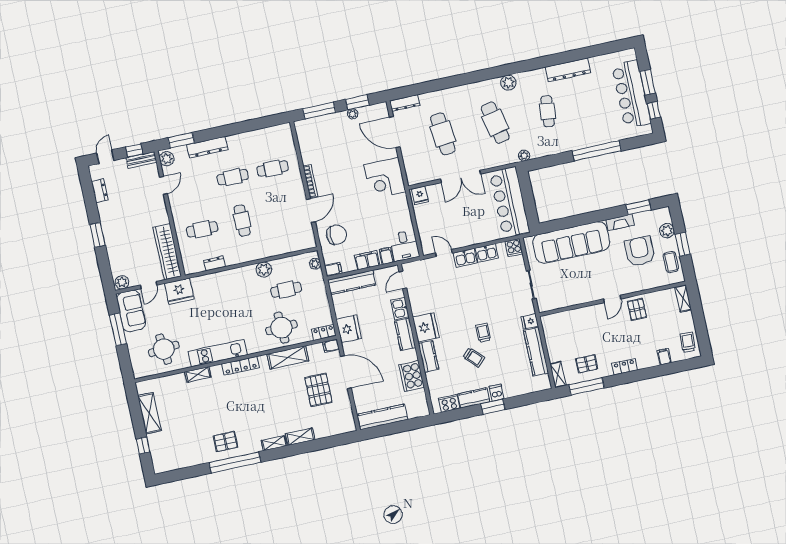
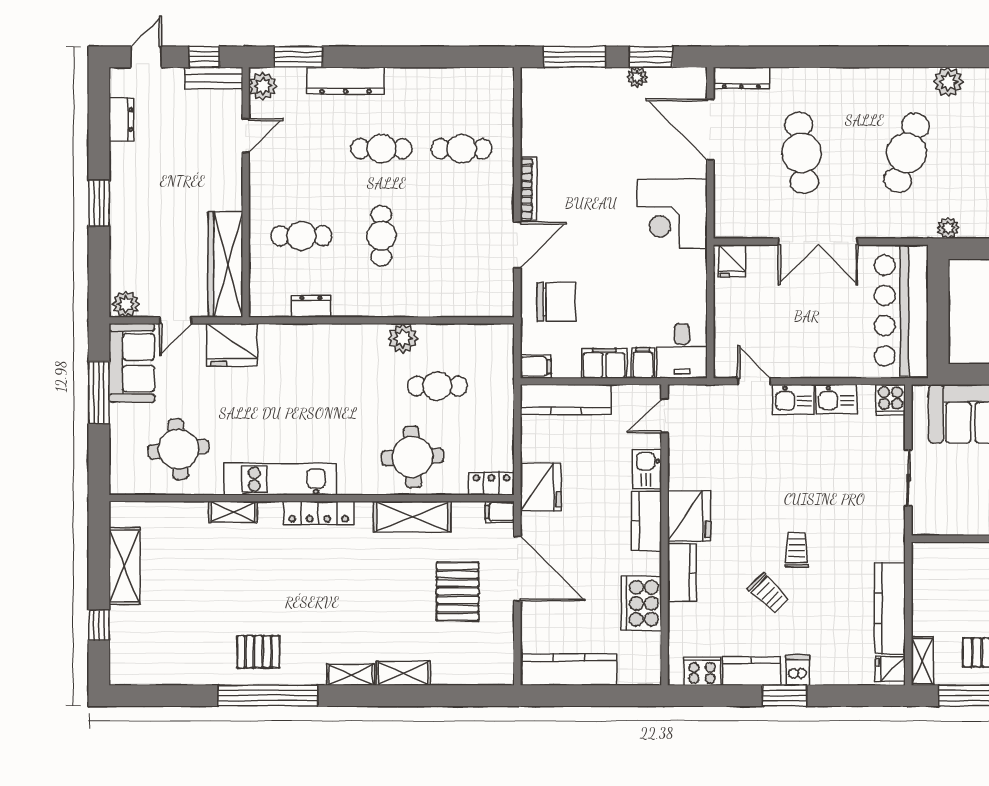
cafe table: (495, 123) -> (907, 153), turned 30
plant: (315, 264) -> (503, 348), removed
fridge: (530, 321) -> (890, 669), moved

